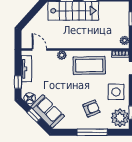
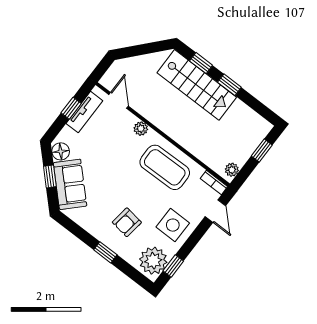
window: (18, 82) -> (71, 108), moved
armchair: (91, 108) -> (127, 222), turned 119
window: (92, 132) -> (105, 252), width x0.46

